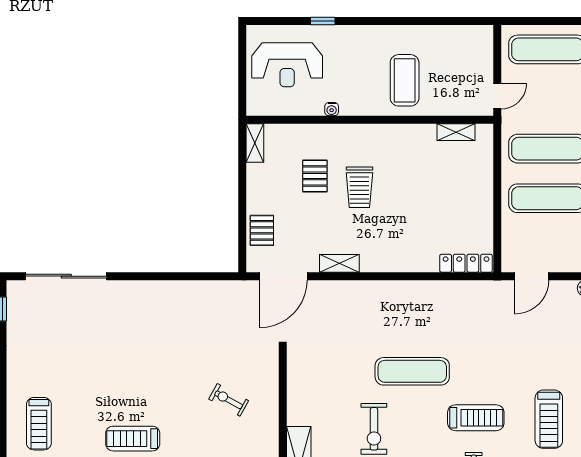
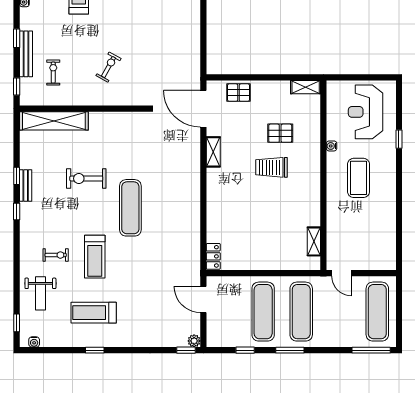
coffee table: (405, 80) -> (359, 178), moved, turned 90
locker: (466, 263) -> (213, 256), width x0.66

